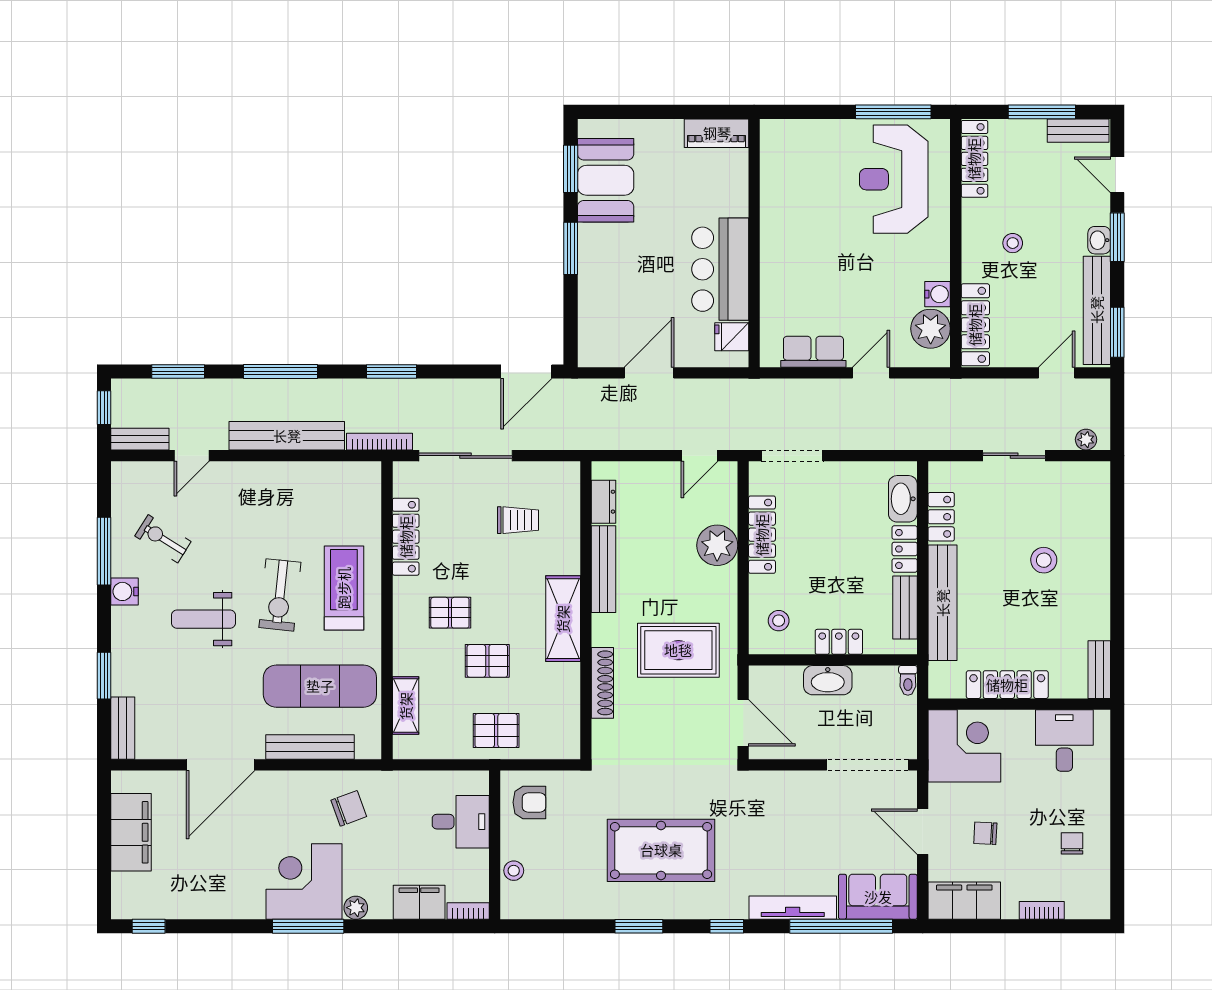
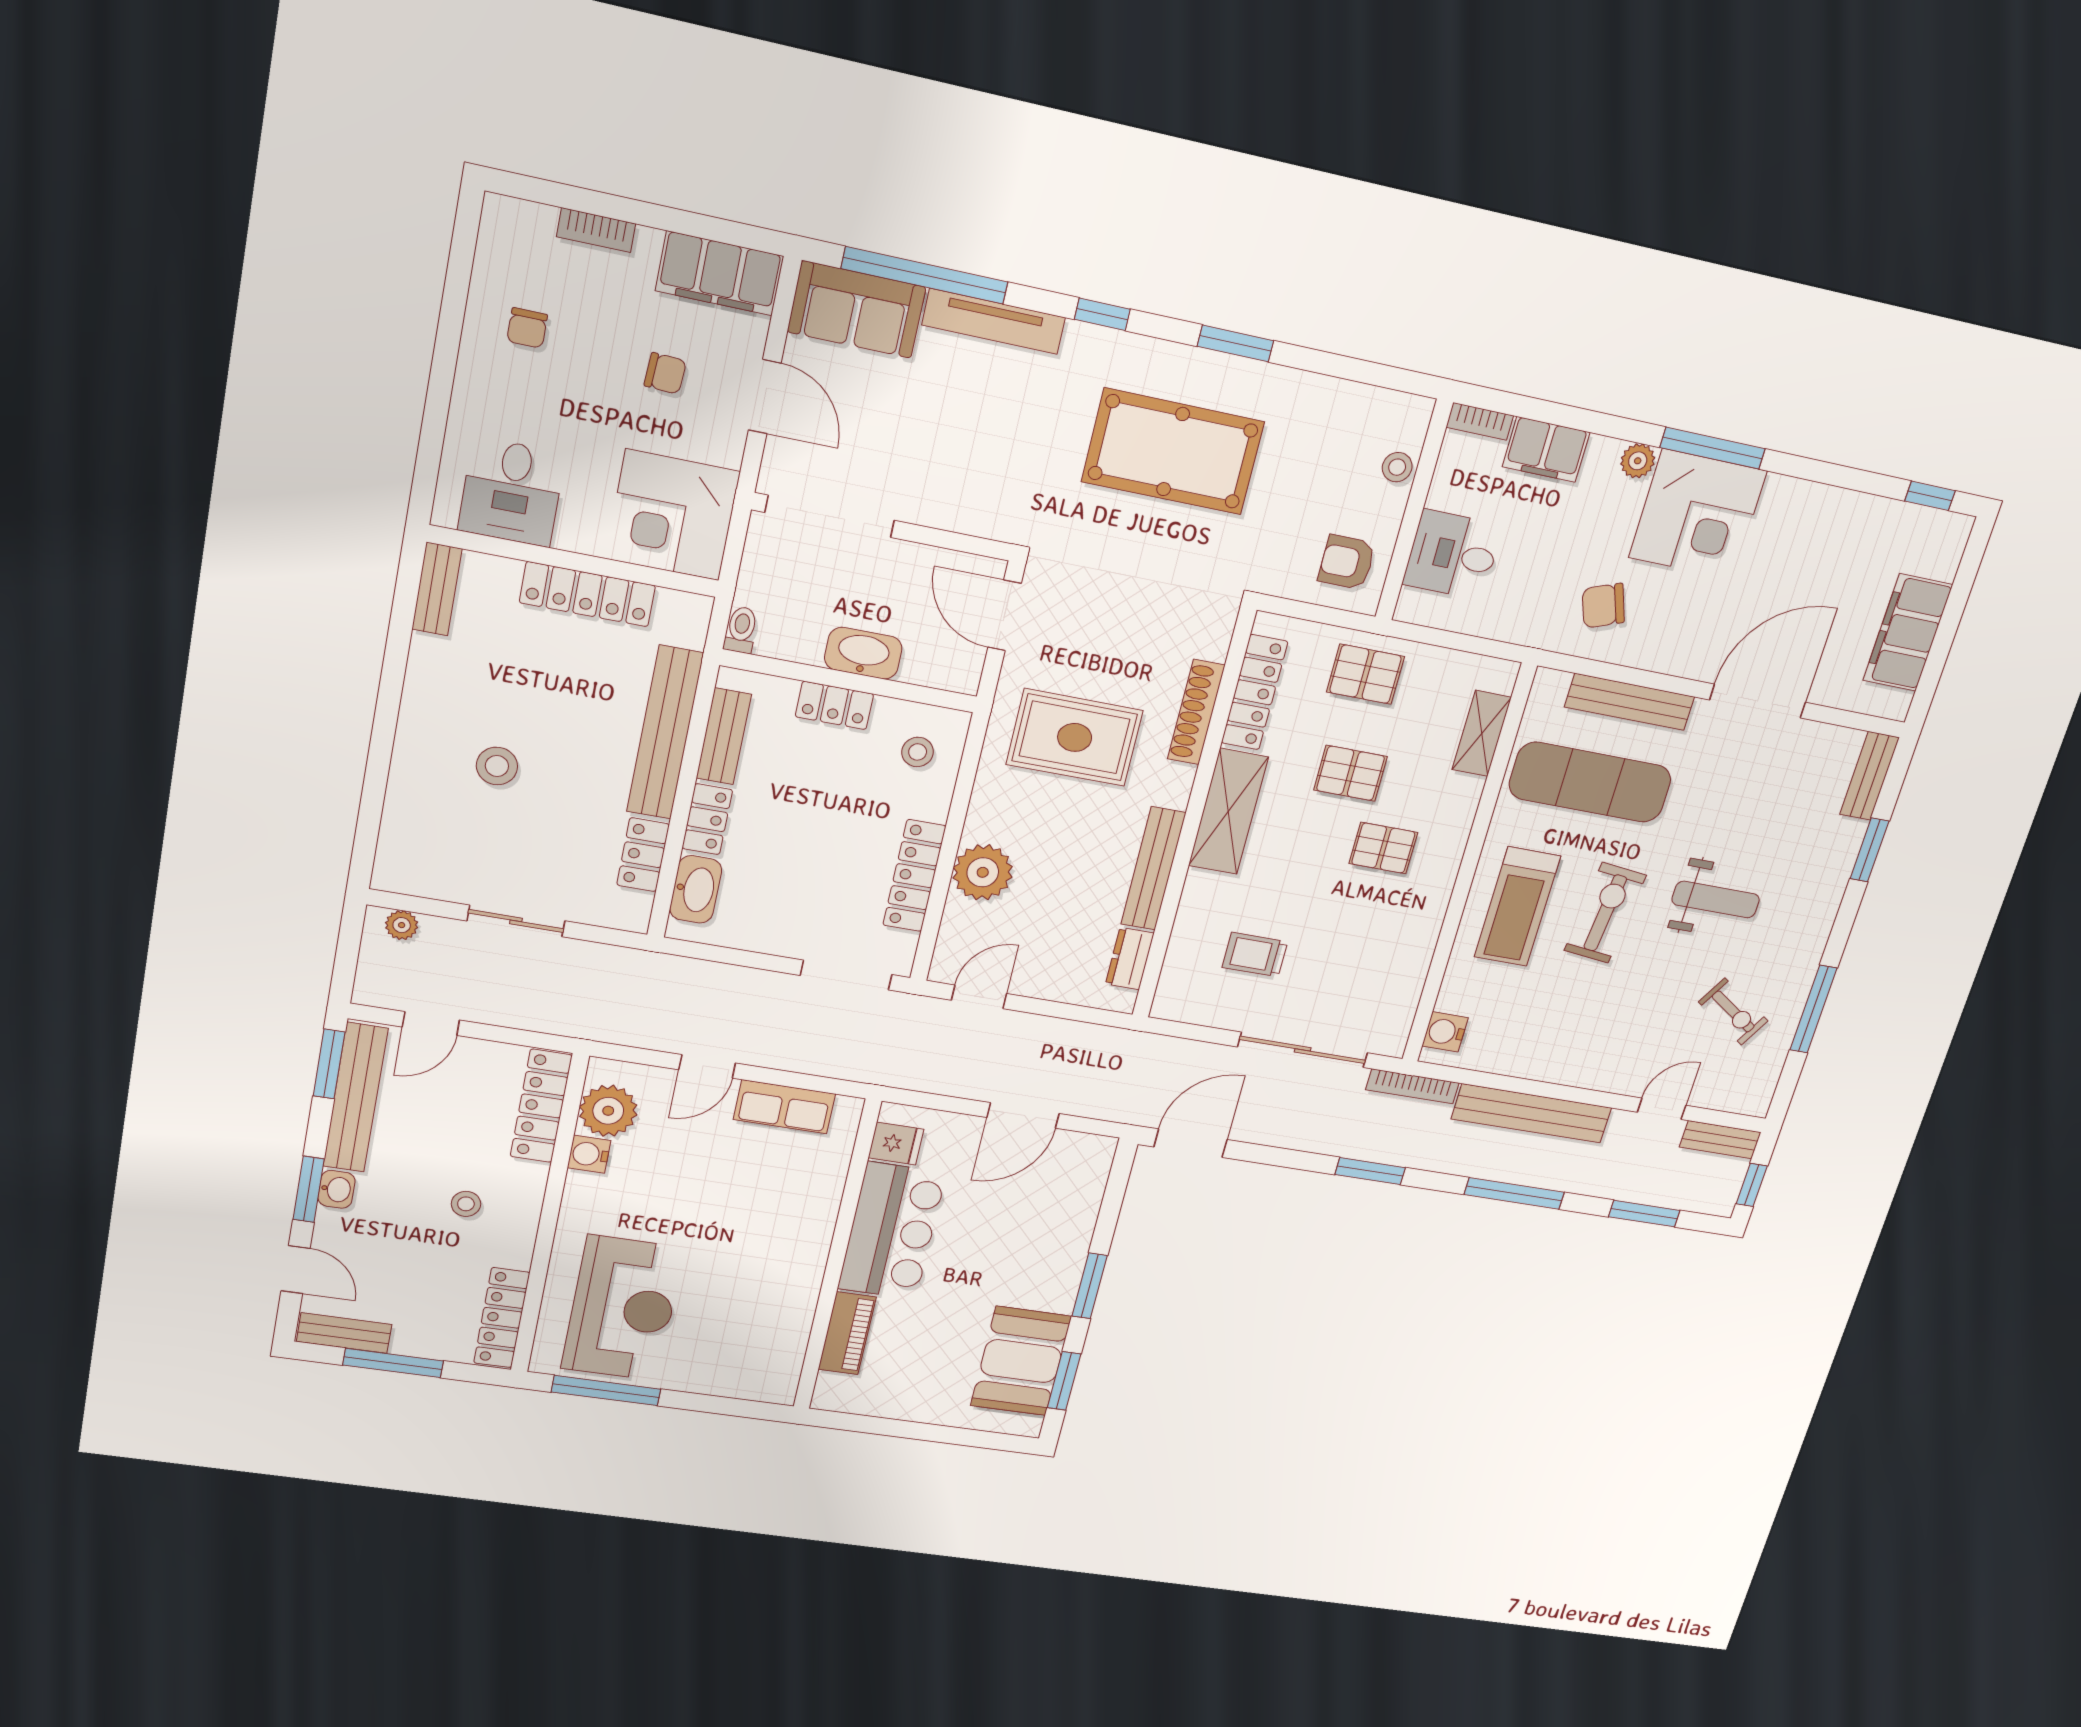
piano: (717, 133) -> (847, 1333), moved, turned 90
locker: (406, 537) -> (1255, 692), moved, turned 180
water cooler: (125, 591) -> (1445, 1032), moved, turned 180

